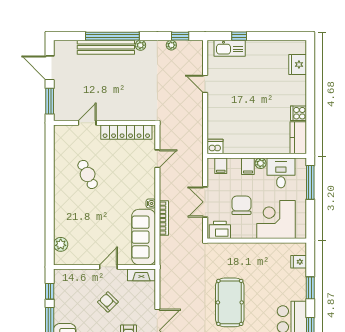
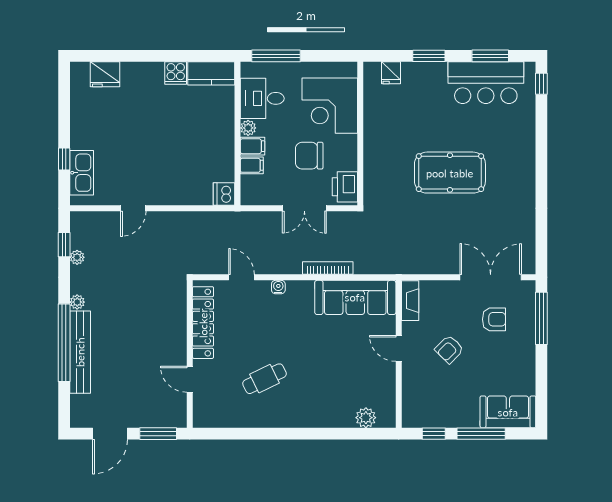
filing cabinet: (221, 166) -> (252, 165), moved
water cooler: (151, 203) -> (278, 287), moved

